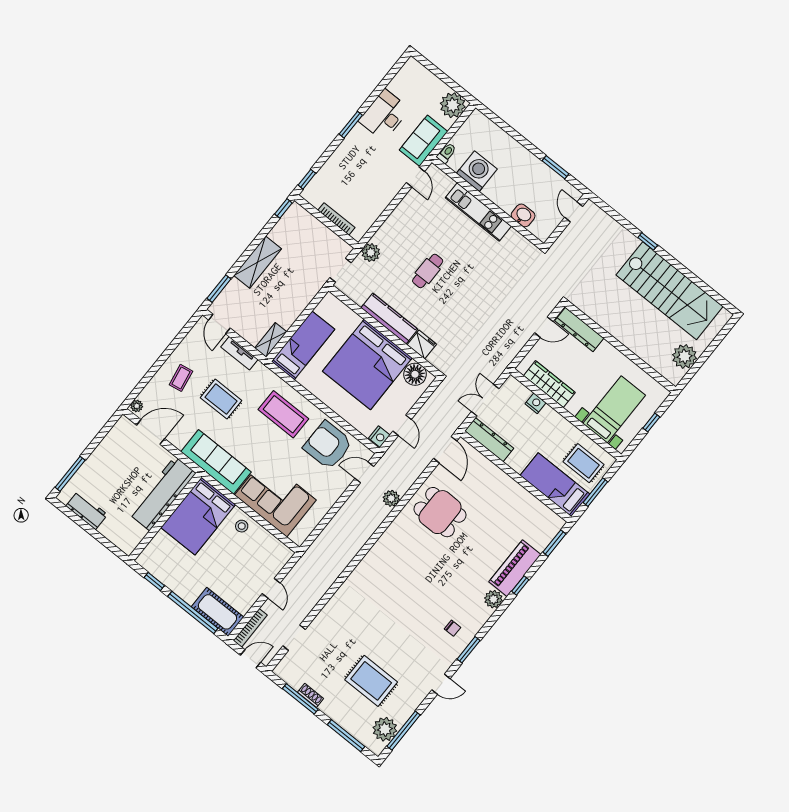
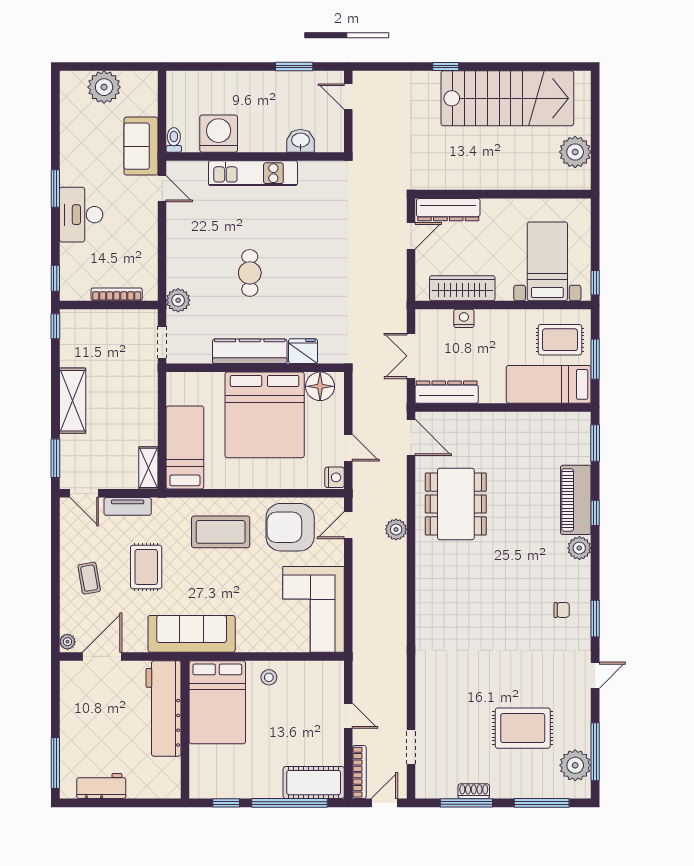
plant: (453, 105) -> (104, 87), moved
desk: (384, 115) -> (81, 215), moved
rug: (221, 399) -> (146, 567), turned 90
window: (651, 422) -> (595, 283), moved
corner sofa: (275, 497) -> (313, 609), moved, turned -90
dining table: (440, 512) -> (456, 504), width x1.38

